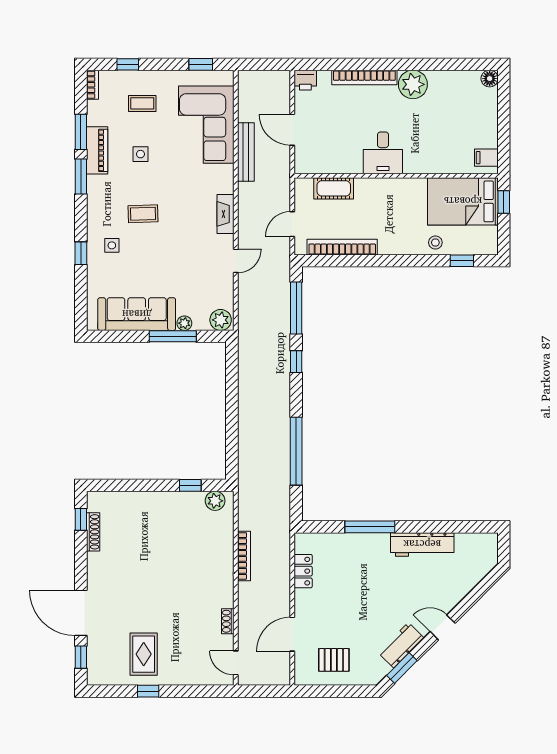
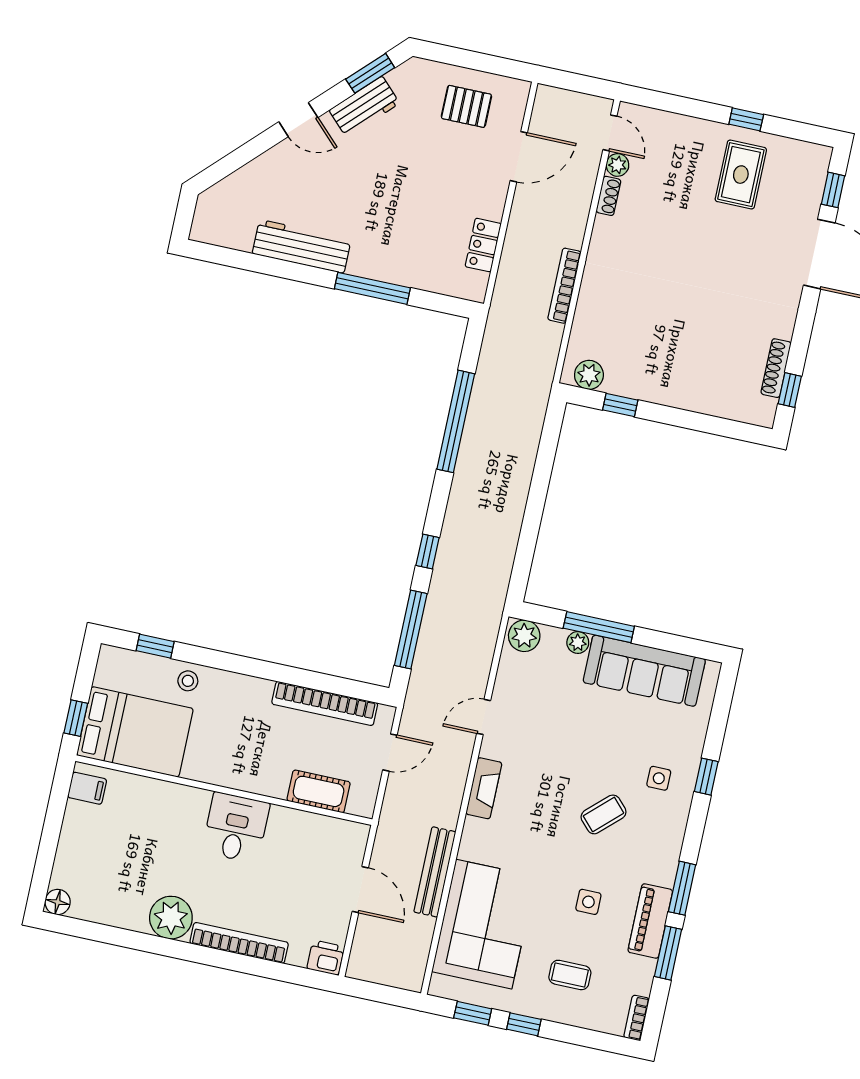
window: (128, 64) -> (524, 1024), moved
coffee table: (143, 214) -> (604, 814), turned -41
plant: (226, 643) -> (617, 165), added

